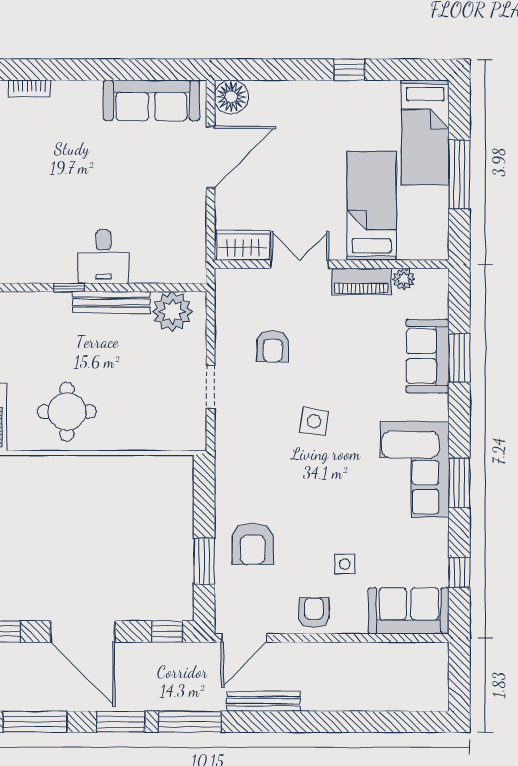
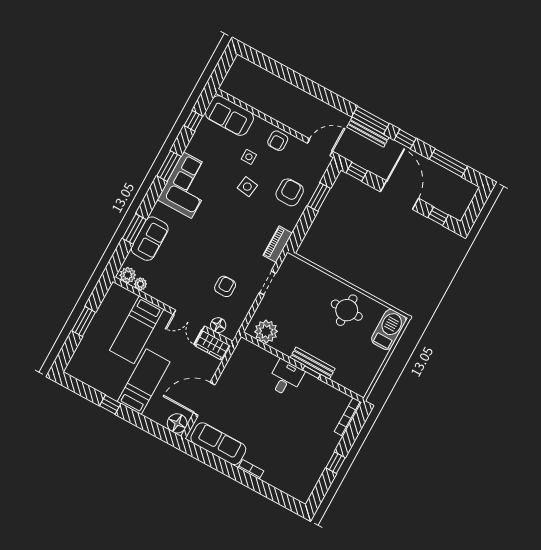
bookcase: (29, 88) -> (251, 469), moved
bed: (425, 133) -> (144, 382), moved
window: (459, 174) -> (84, 321), width x0.69
floor lamp: (251, 281) -> (218, 325), added
piano: (361, 281) -> (278, 244), moved, turned -90
plant: (431, 282) -> (128, 275), added
bench: (111, 302) -> (313, 363), moved
side table: (314, 421) -> (247, 187), moved
bench: (264, 701) -> (368, 132), moved
window: (121, 722) -> (405, 139), width x0.67

